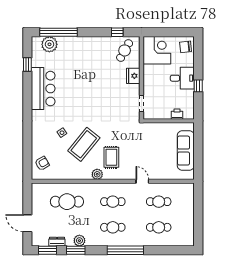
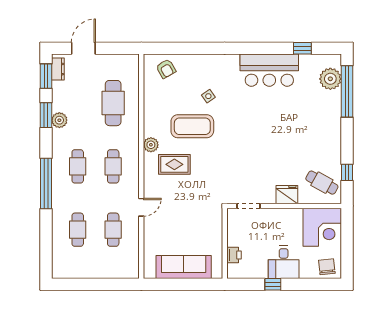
coffee table: (84, 144) -> (192, 126), turned -39
dresser: (57, 242) -> (58, 69), moved

